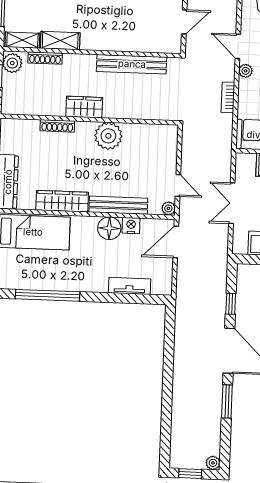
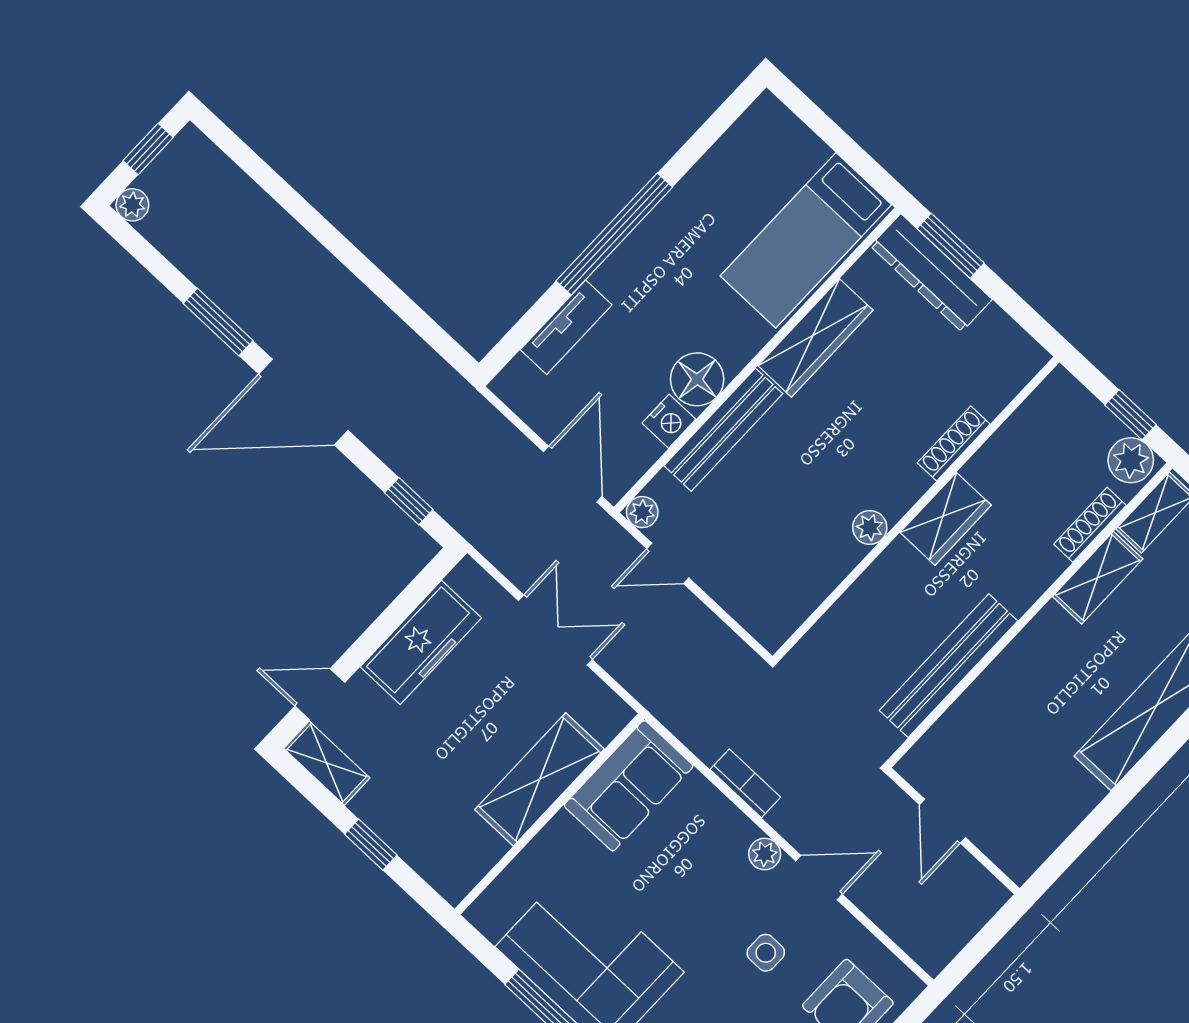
plant: (108, 136) -> (870, 527), width x0.53, depth x0.53
window: (47, 295) -> (614, 234), moved
window: (231, 304) -> (409, 501), moved

